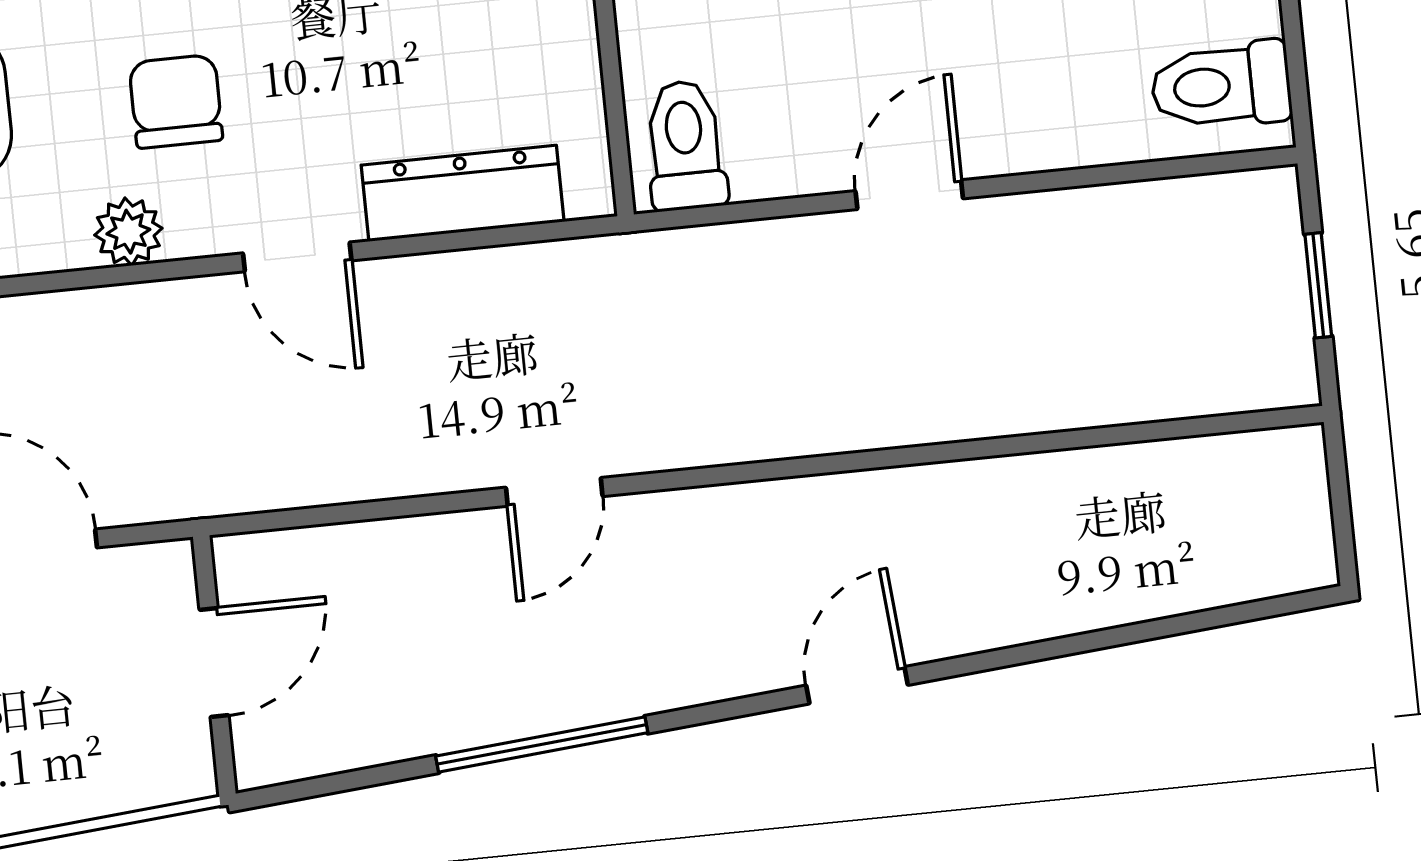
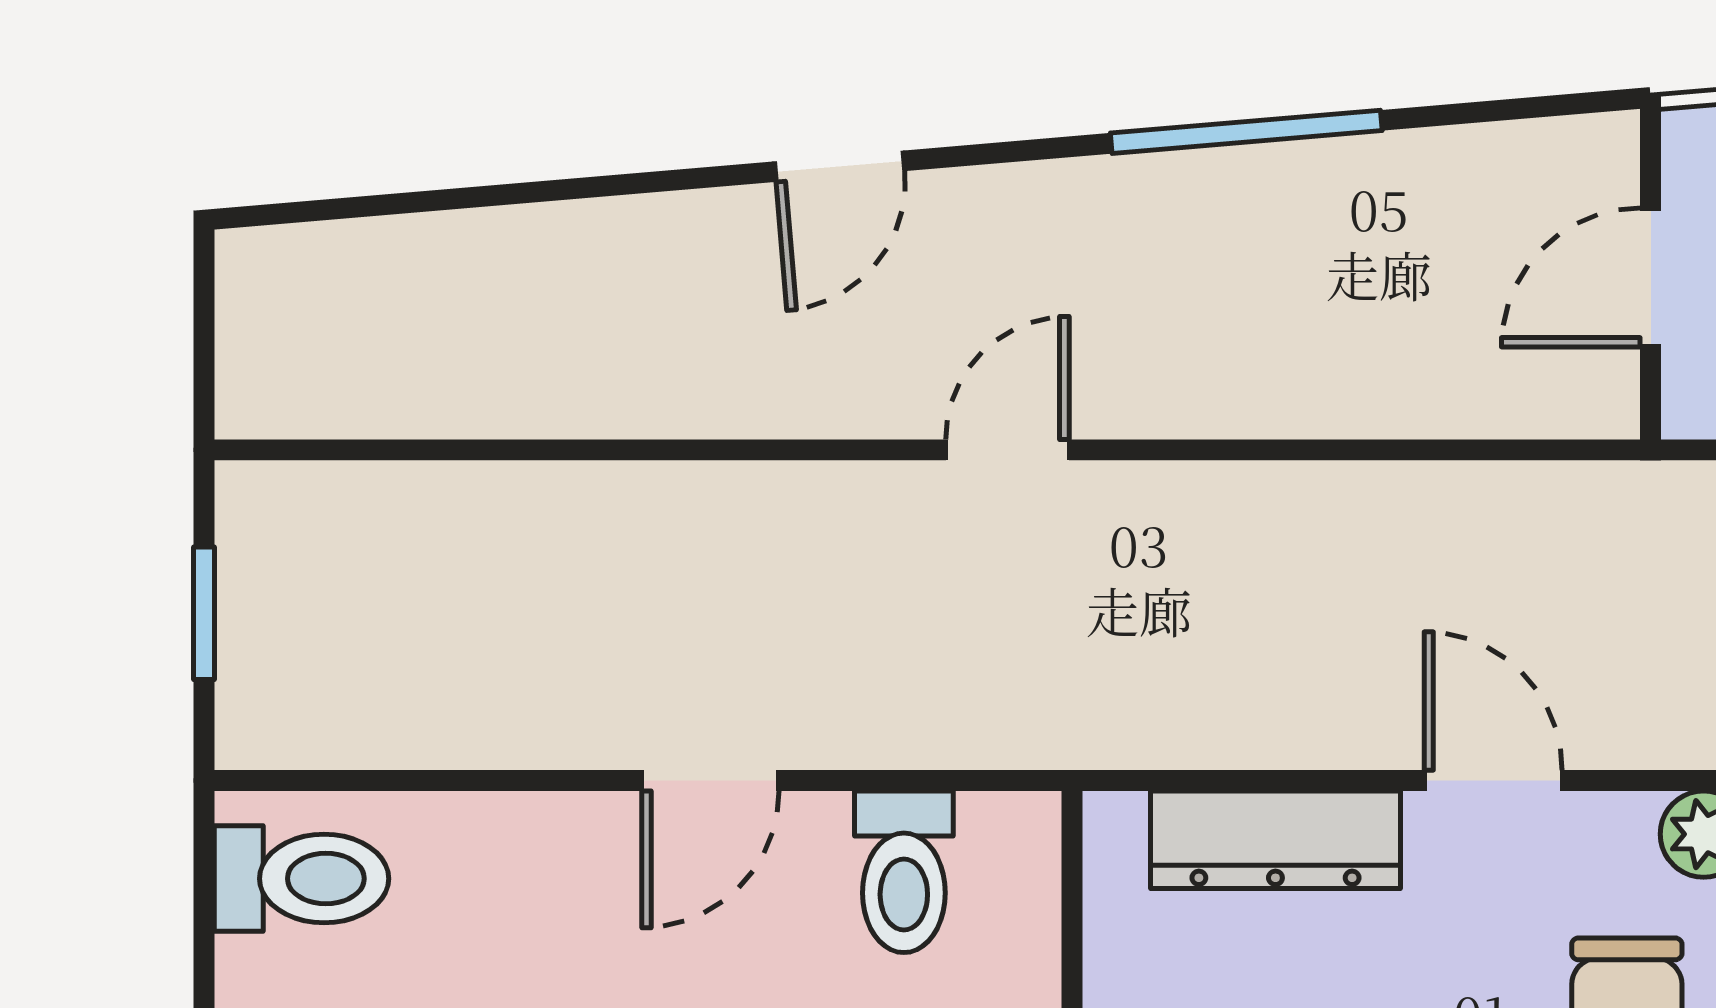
toilet: (685, 145) -> (904, 872), moved
door: (554, 492) -> (1007, 450), moved

